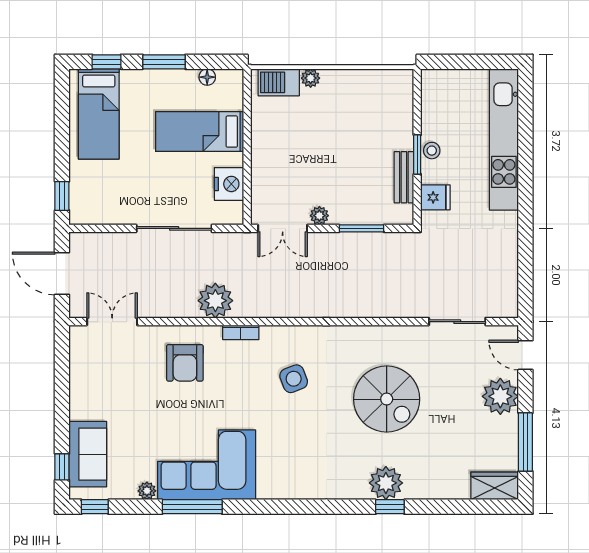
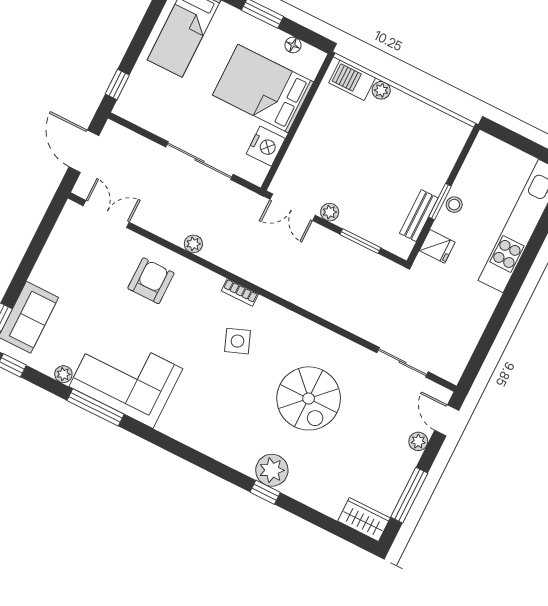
bed: (200, 132) -> (263, 88), width x1.50
plant: (215, 301) -> (193, 244), width x0.53, depth x0.53
bookcase: (241, 332) -> (240, 292), moved
armchair: (185, 363) -> (151, 281), turned 180
plant: (500, 396) -> (418, 441), width x0.53, depth x0.53

